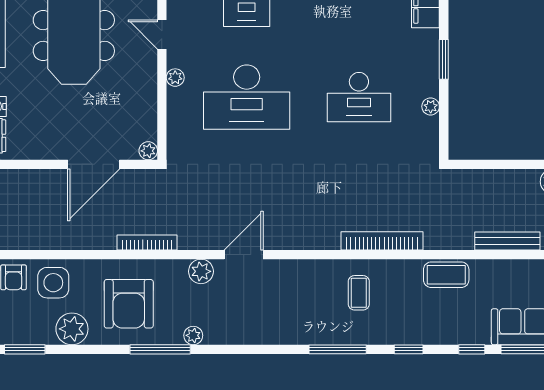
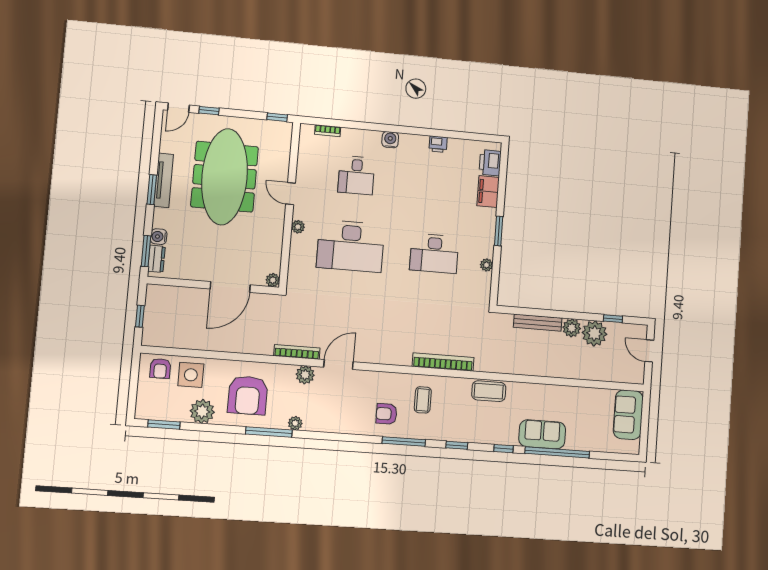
bench: (507, 241) -> (538, 323), moved
bookcase: (147, 242) -> (297, 352), moved
armchair: (312, 315) -> (386, 414), added

